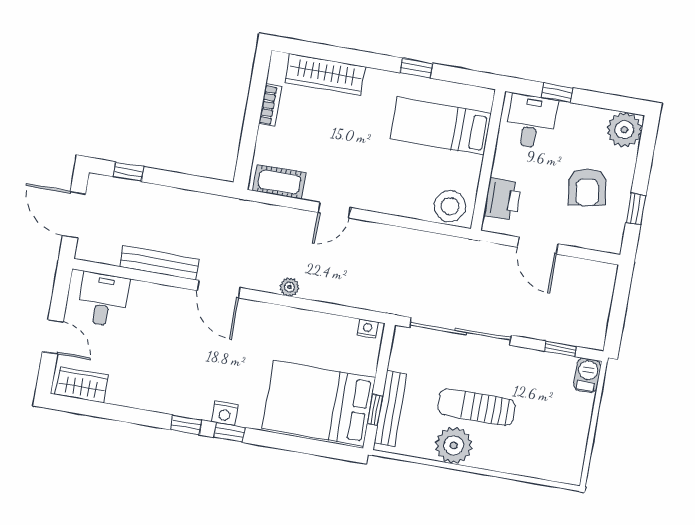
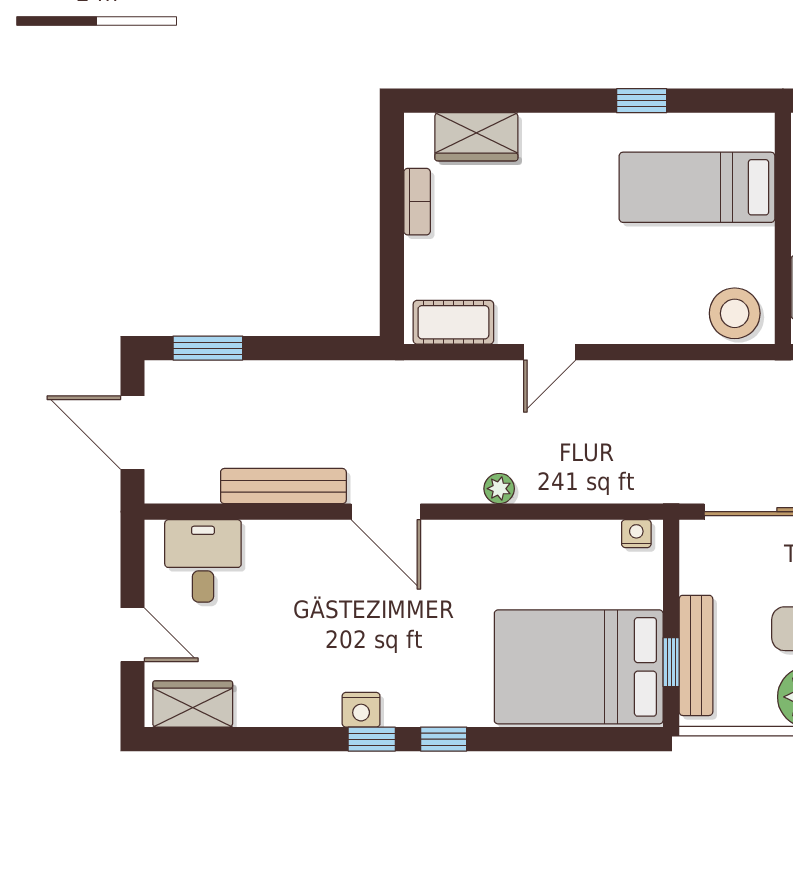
wardrobe: (325, 75) -> (476, 137), width x0.67
window: (128, 172) -> (208, 348), width x1.50
nightstand: (225, 413) -> (361, 710), moved

